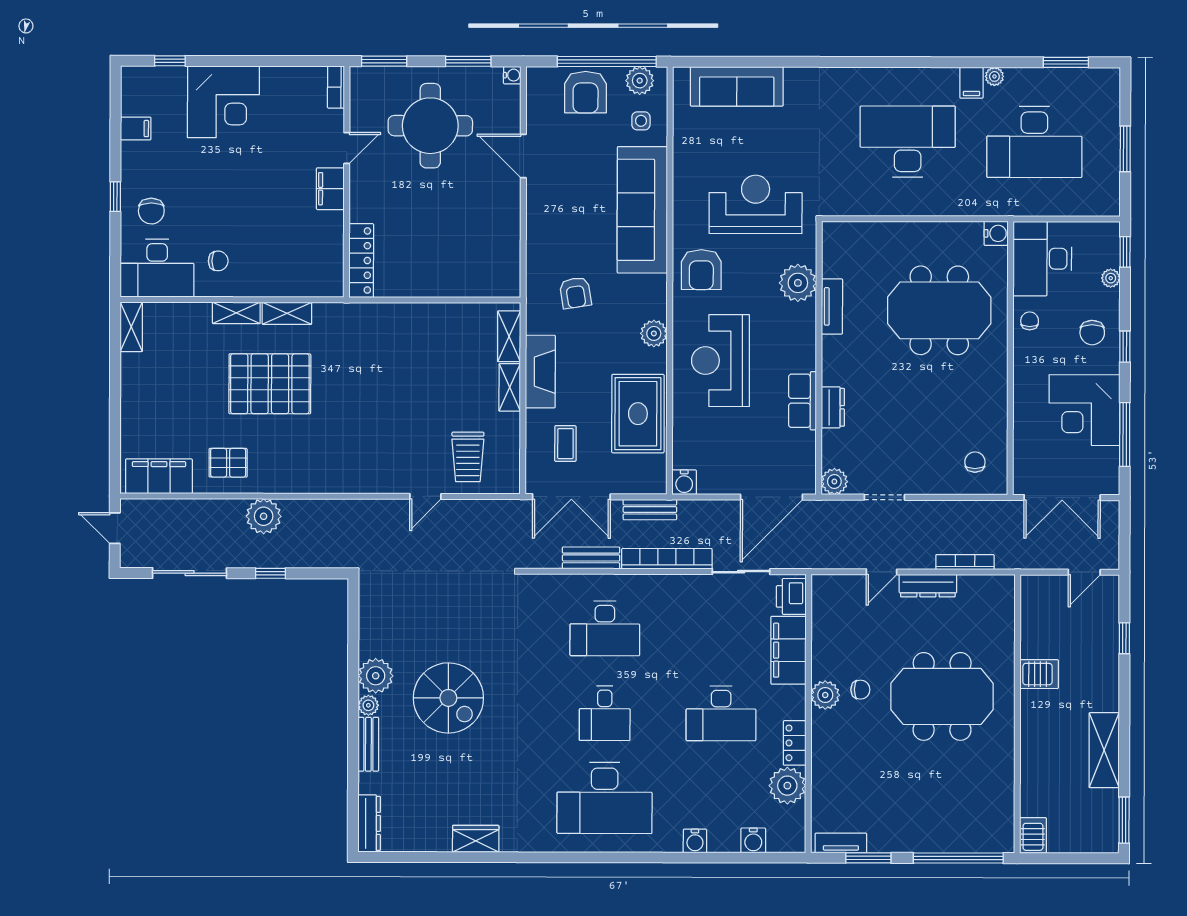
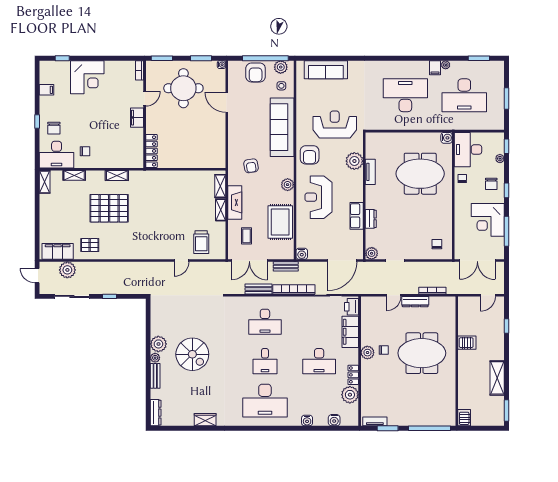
shelving: (236, 313) -> (74, 175), moved
plant: (264, 516) -> (67, 270), moved

